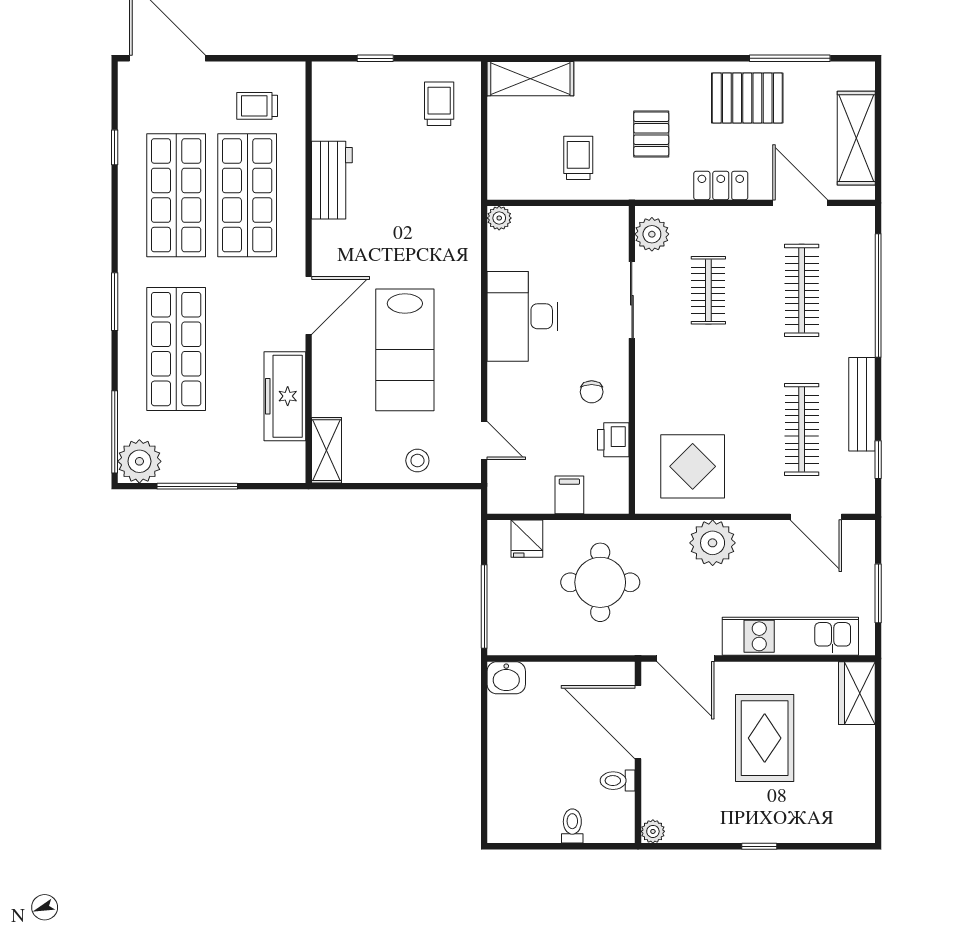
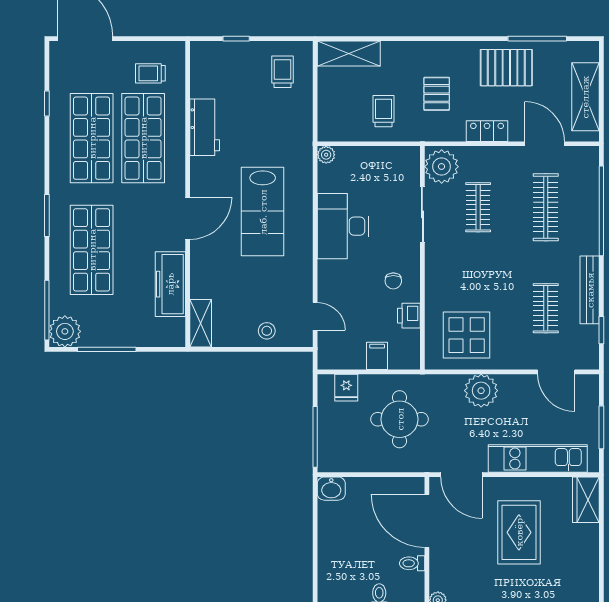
plant: (652, 234) -> (442, 167), width x1.36, depth x1.36
lab bench: (405, 350) -> (263, 212), moved
clothes rail: (802, 429) -> (546, 308), width x0.73

